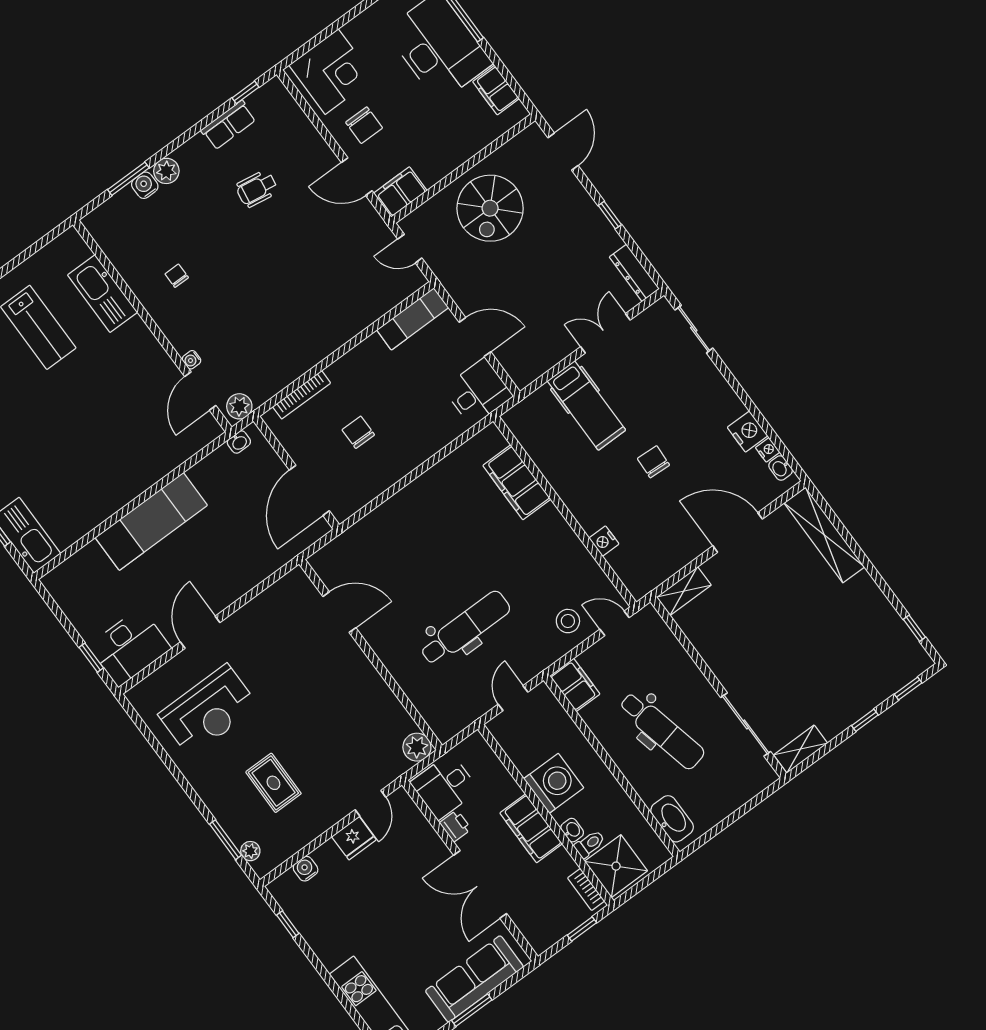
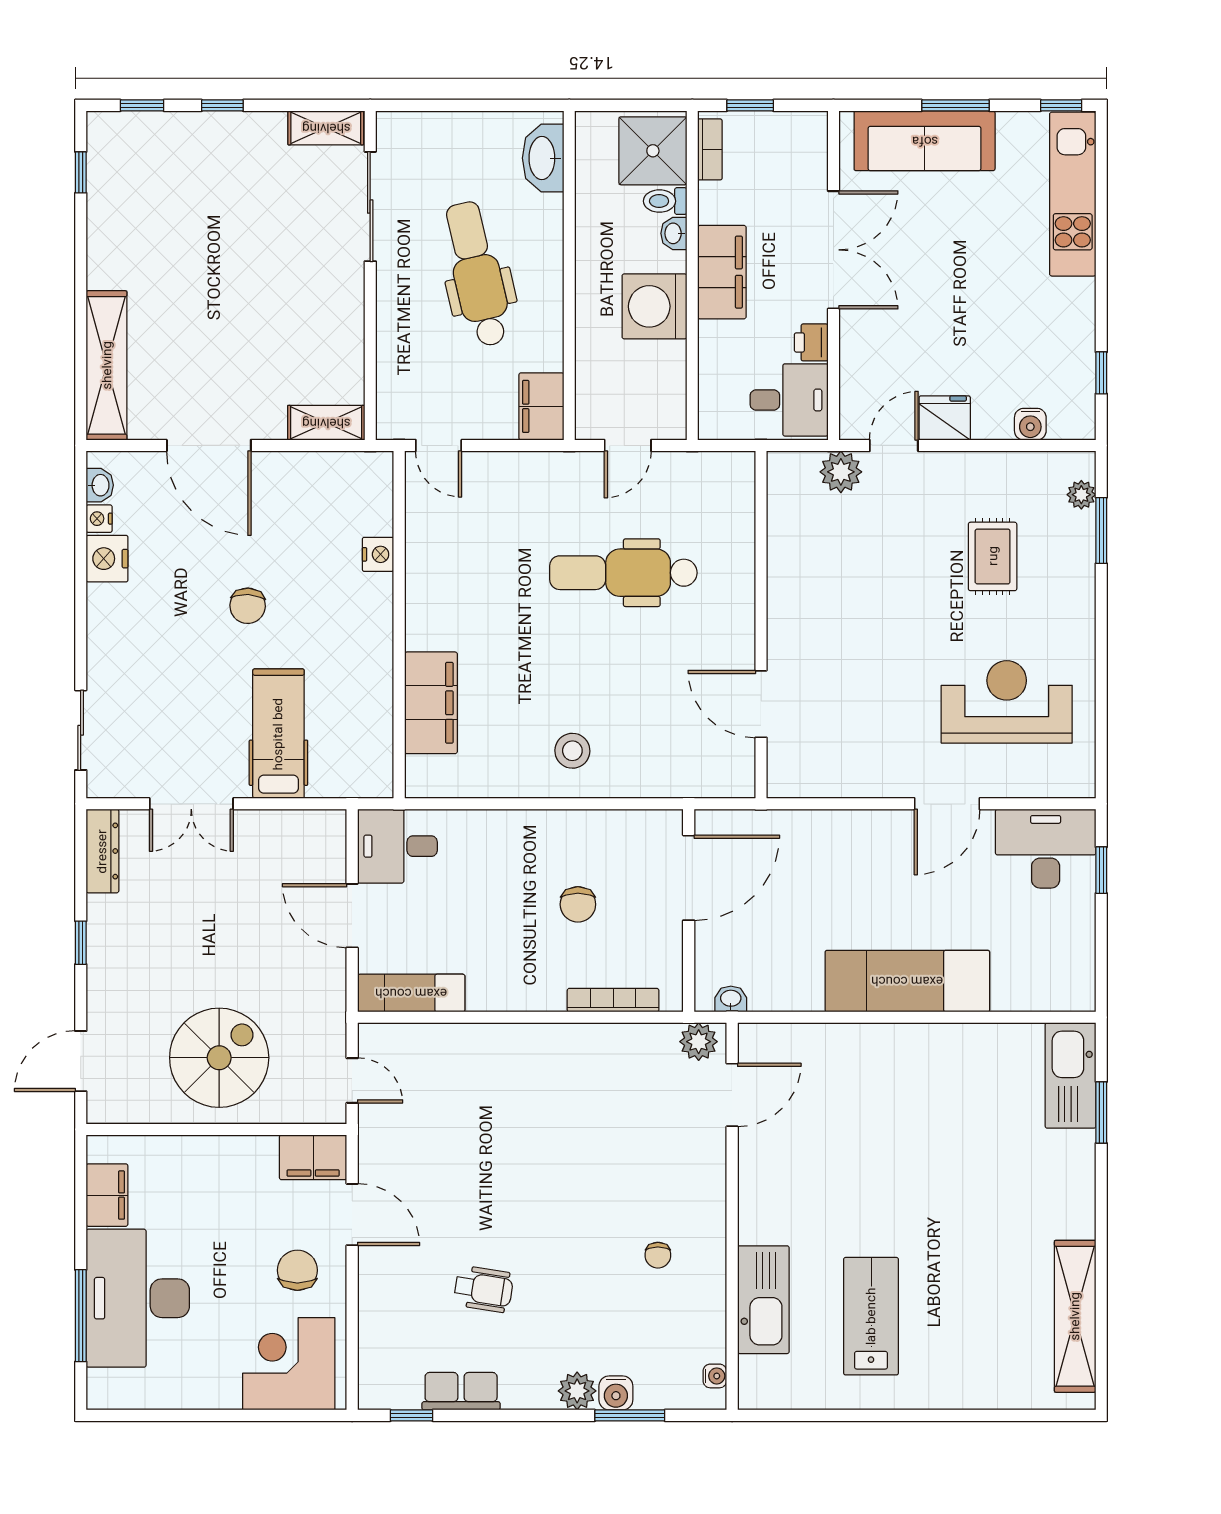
water cooler: (191, 360) -> (715, 1376), moved
stool: (568, 621) -> (572, 751), moved
plant: (417, 747) -> (841, 472), moved

